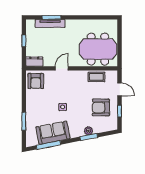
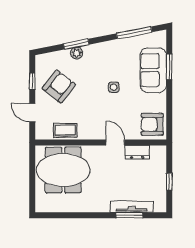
dresser: (34, 62) -> (137, 152), moved
door: (62, 68) -> (115, 142), swing flipped
armchair: (36, 81) -> (152, 124), turned -90
armchair: (101, 107) -> (59, 86), turned -52
sofa: (53, 133) -> (153, 70), moved, turned 101

